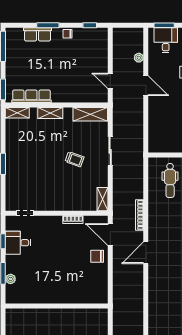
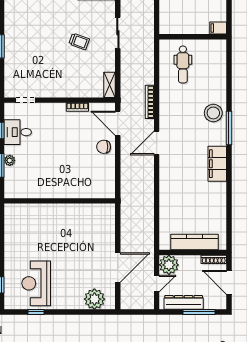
plant: (11, 279) -> (10, 160), moved

